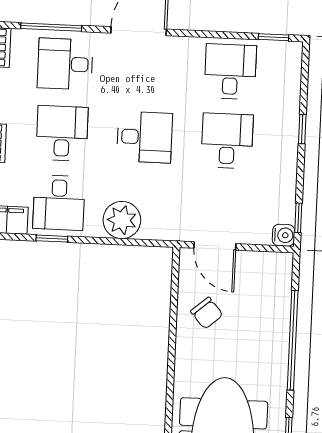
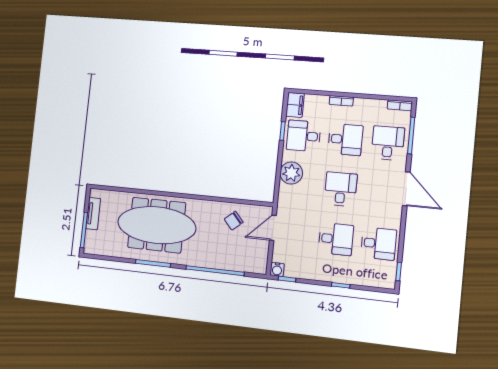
desk: (145, 137) -> (341, 189), turned 180

